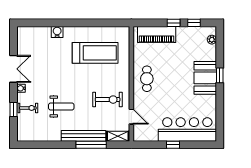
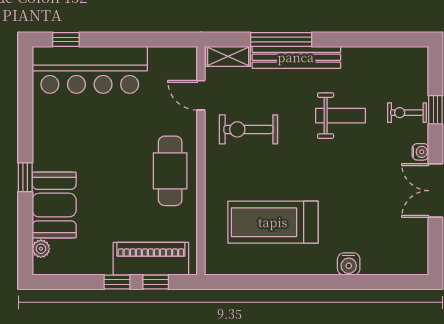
window: (194, 23) -> (156, 282), moved
booth: (205, 78) -> (54, 205), moved
cafe table: (147, 79) -> (170, 171), width x1.37, depth x1.35
weight bench: (61, 106) -> (340, 116), turned 180
window: (173, 145) -> (66, 39), moved

